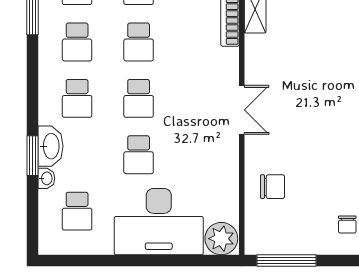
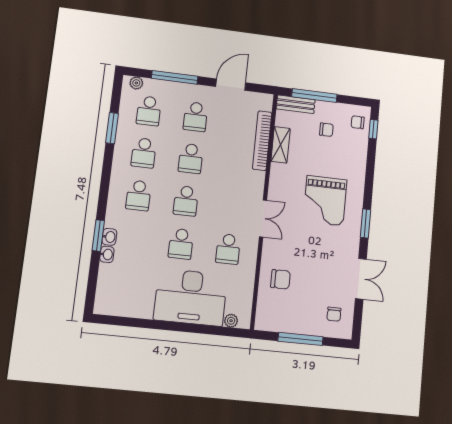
grand piano: (322, 77) -> (325, 201), added
washbasin: (50, 146) -> (109, 237), width x0.52, depth x0.69
school desk: (77, 211) -> (228, 249), moved
plant: (221, 239) -> (231, 321), width x0.53, depth x0.53
window: (286, 260) -> (301, 339), moved

